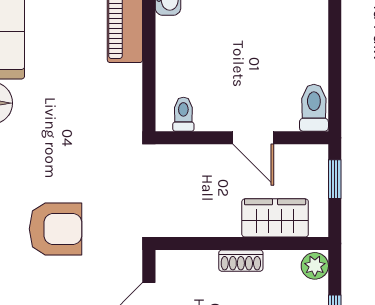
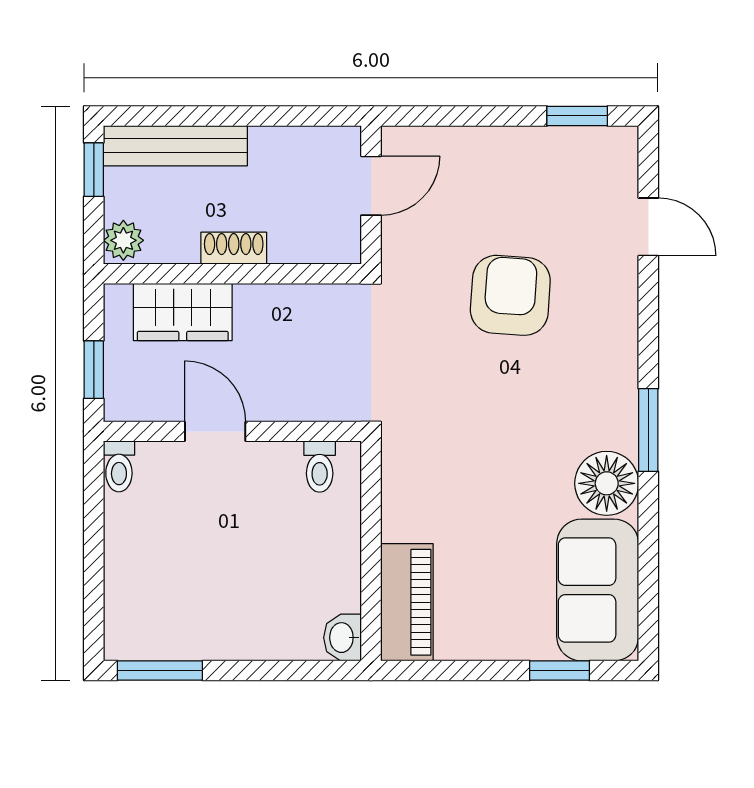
toilet: (314, 108) -> (119, 466), width x0.73, depth x0.72
armchair: (56, 229) -> (510, 295), turned 94

